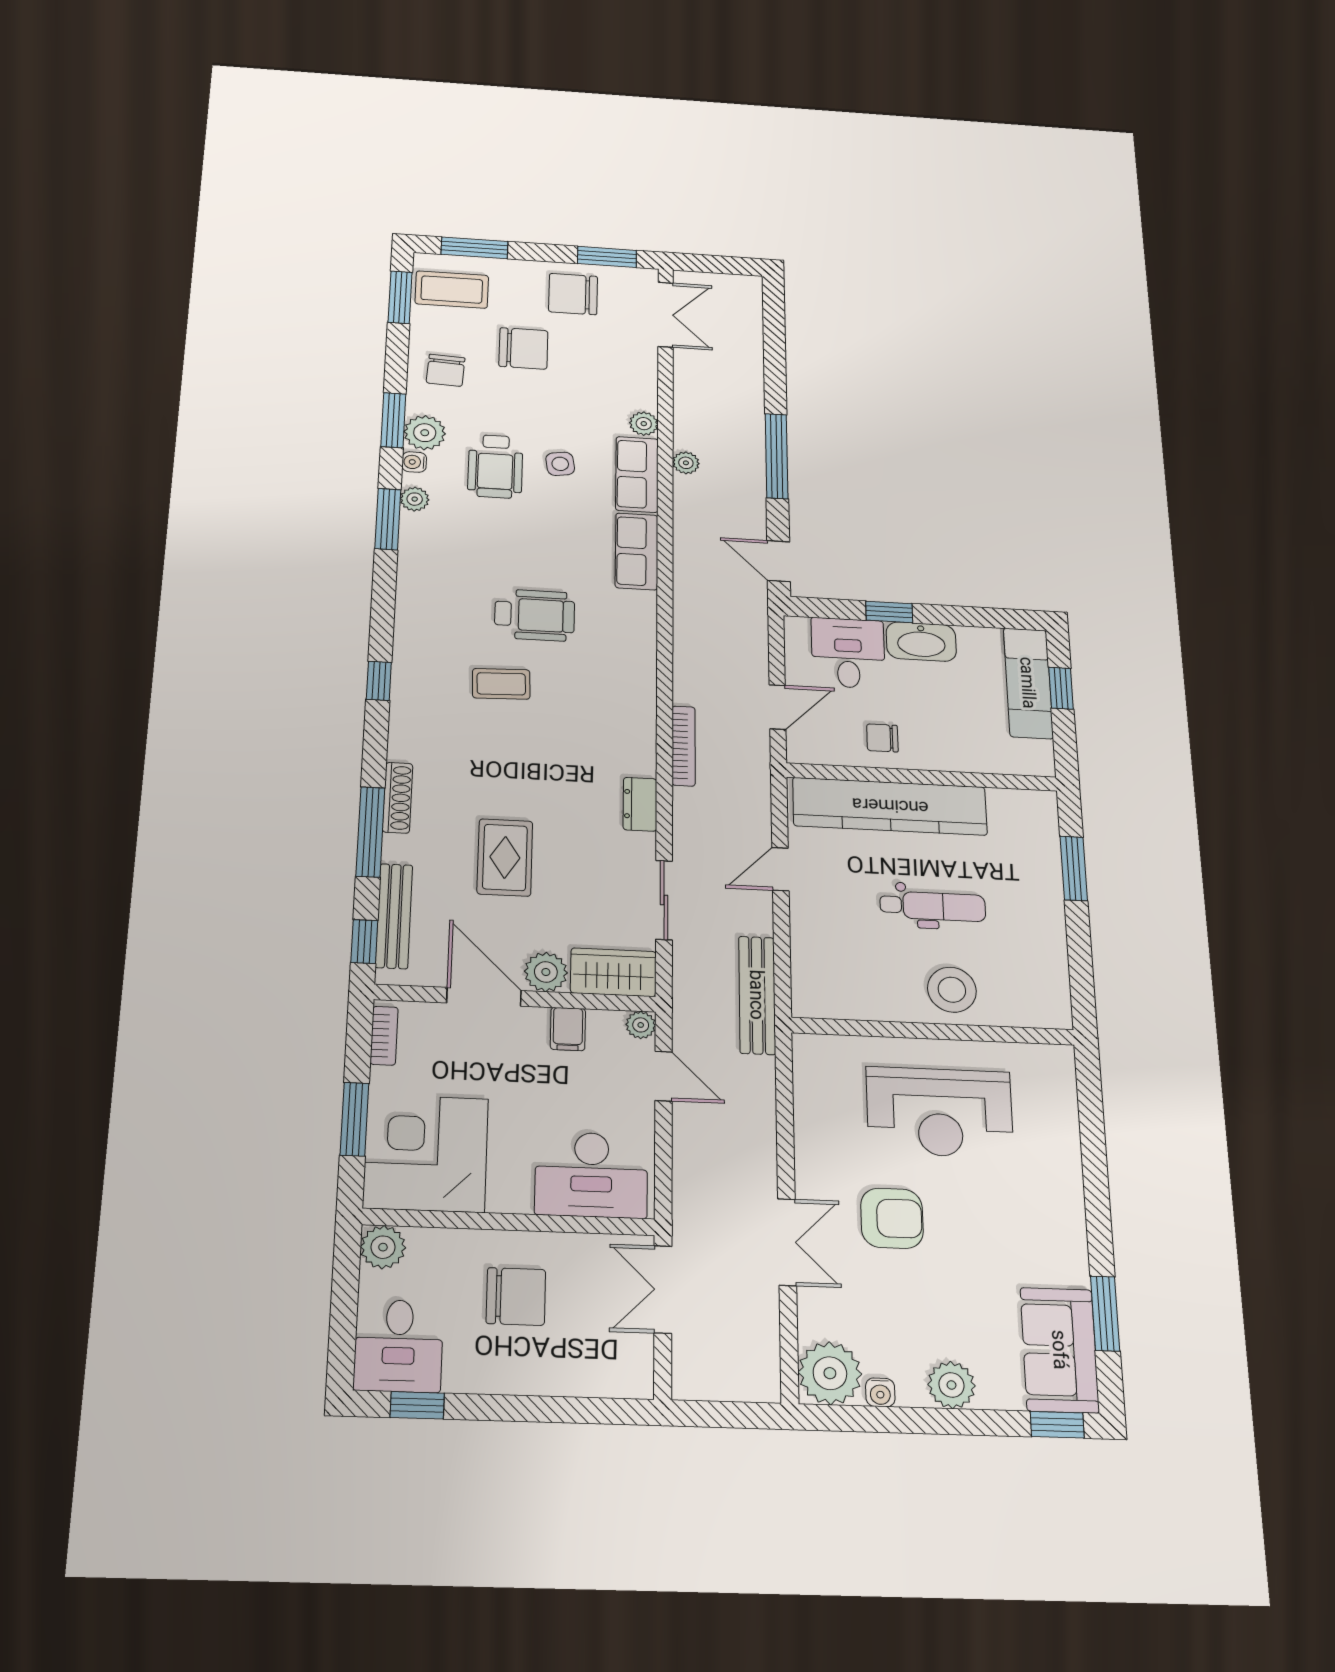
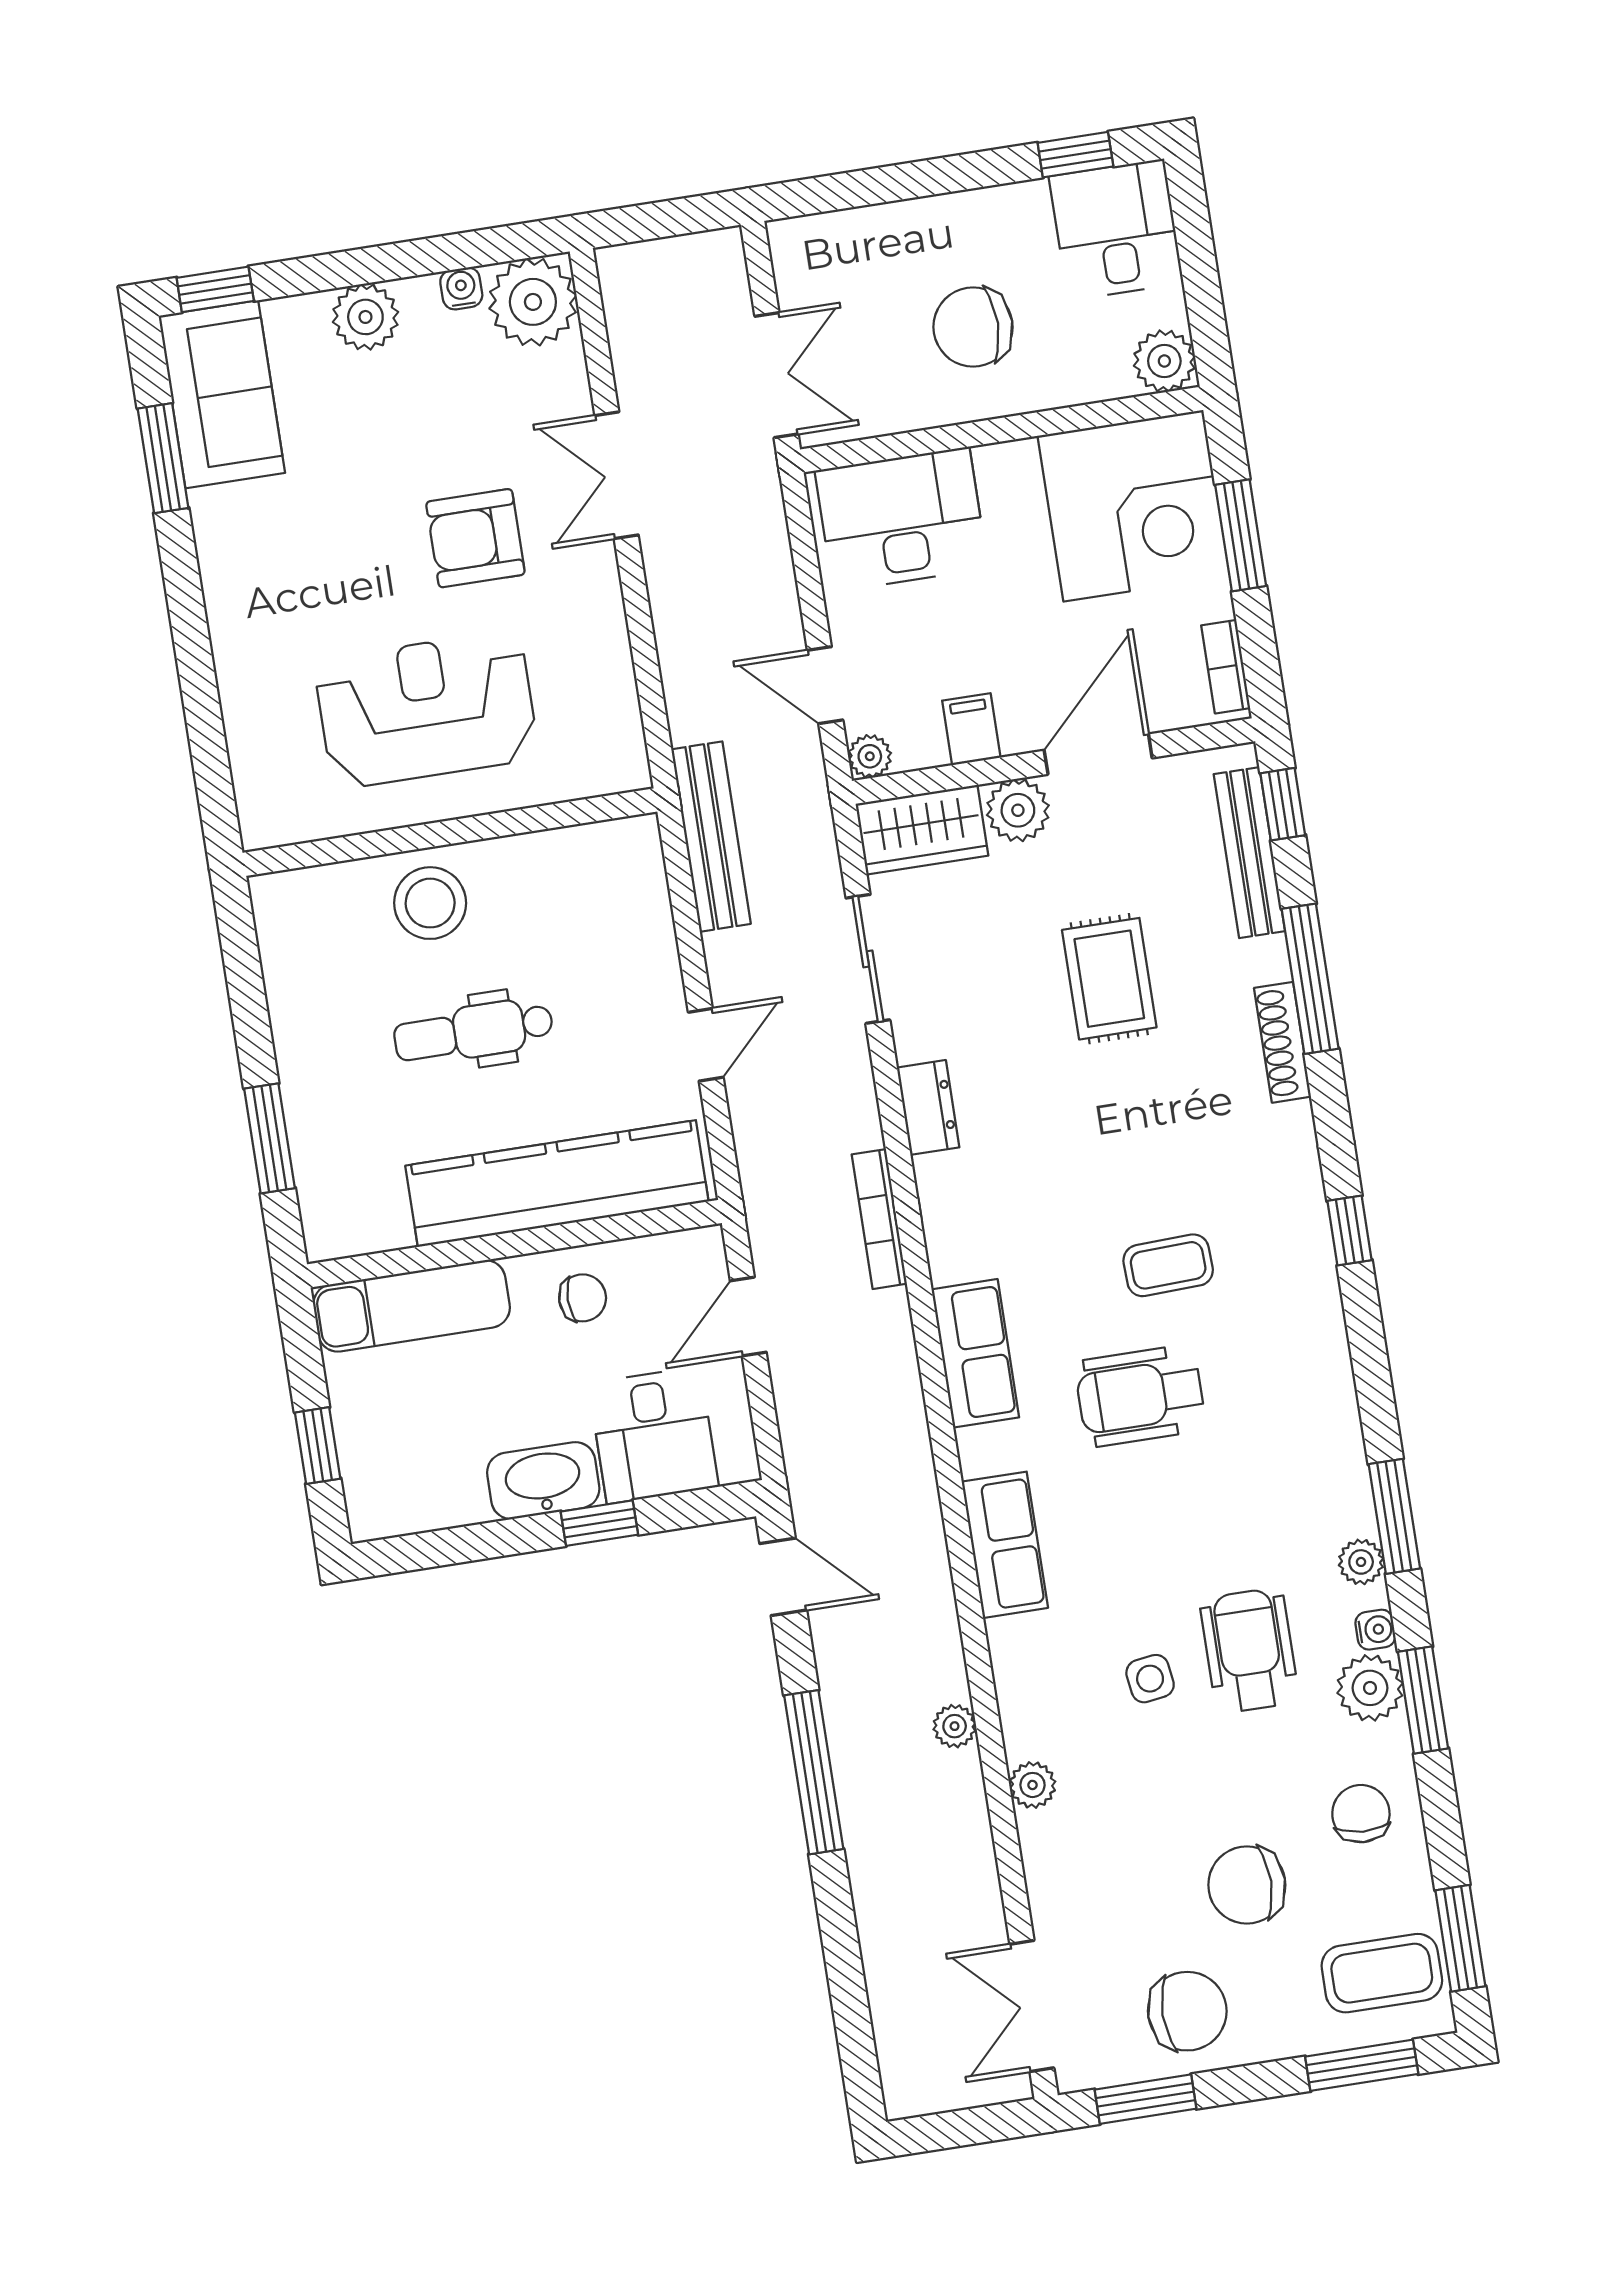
row of seats: (637, 474) -> (975, 1353), moved
exam couch: (1028, 683) -> (412, 1306), moved, turned 90
door: (484, 997) -> (1098, 754), swing flipped

